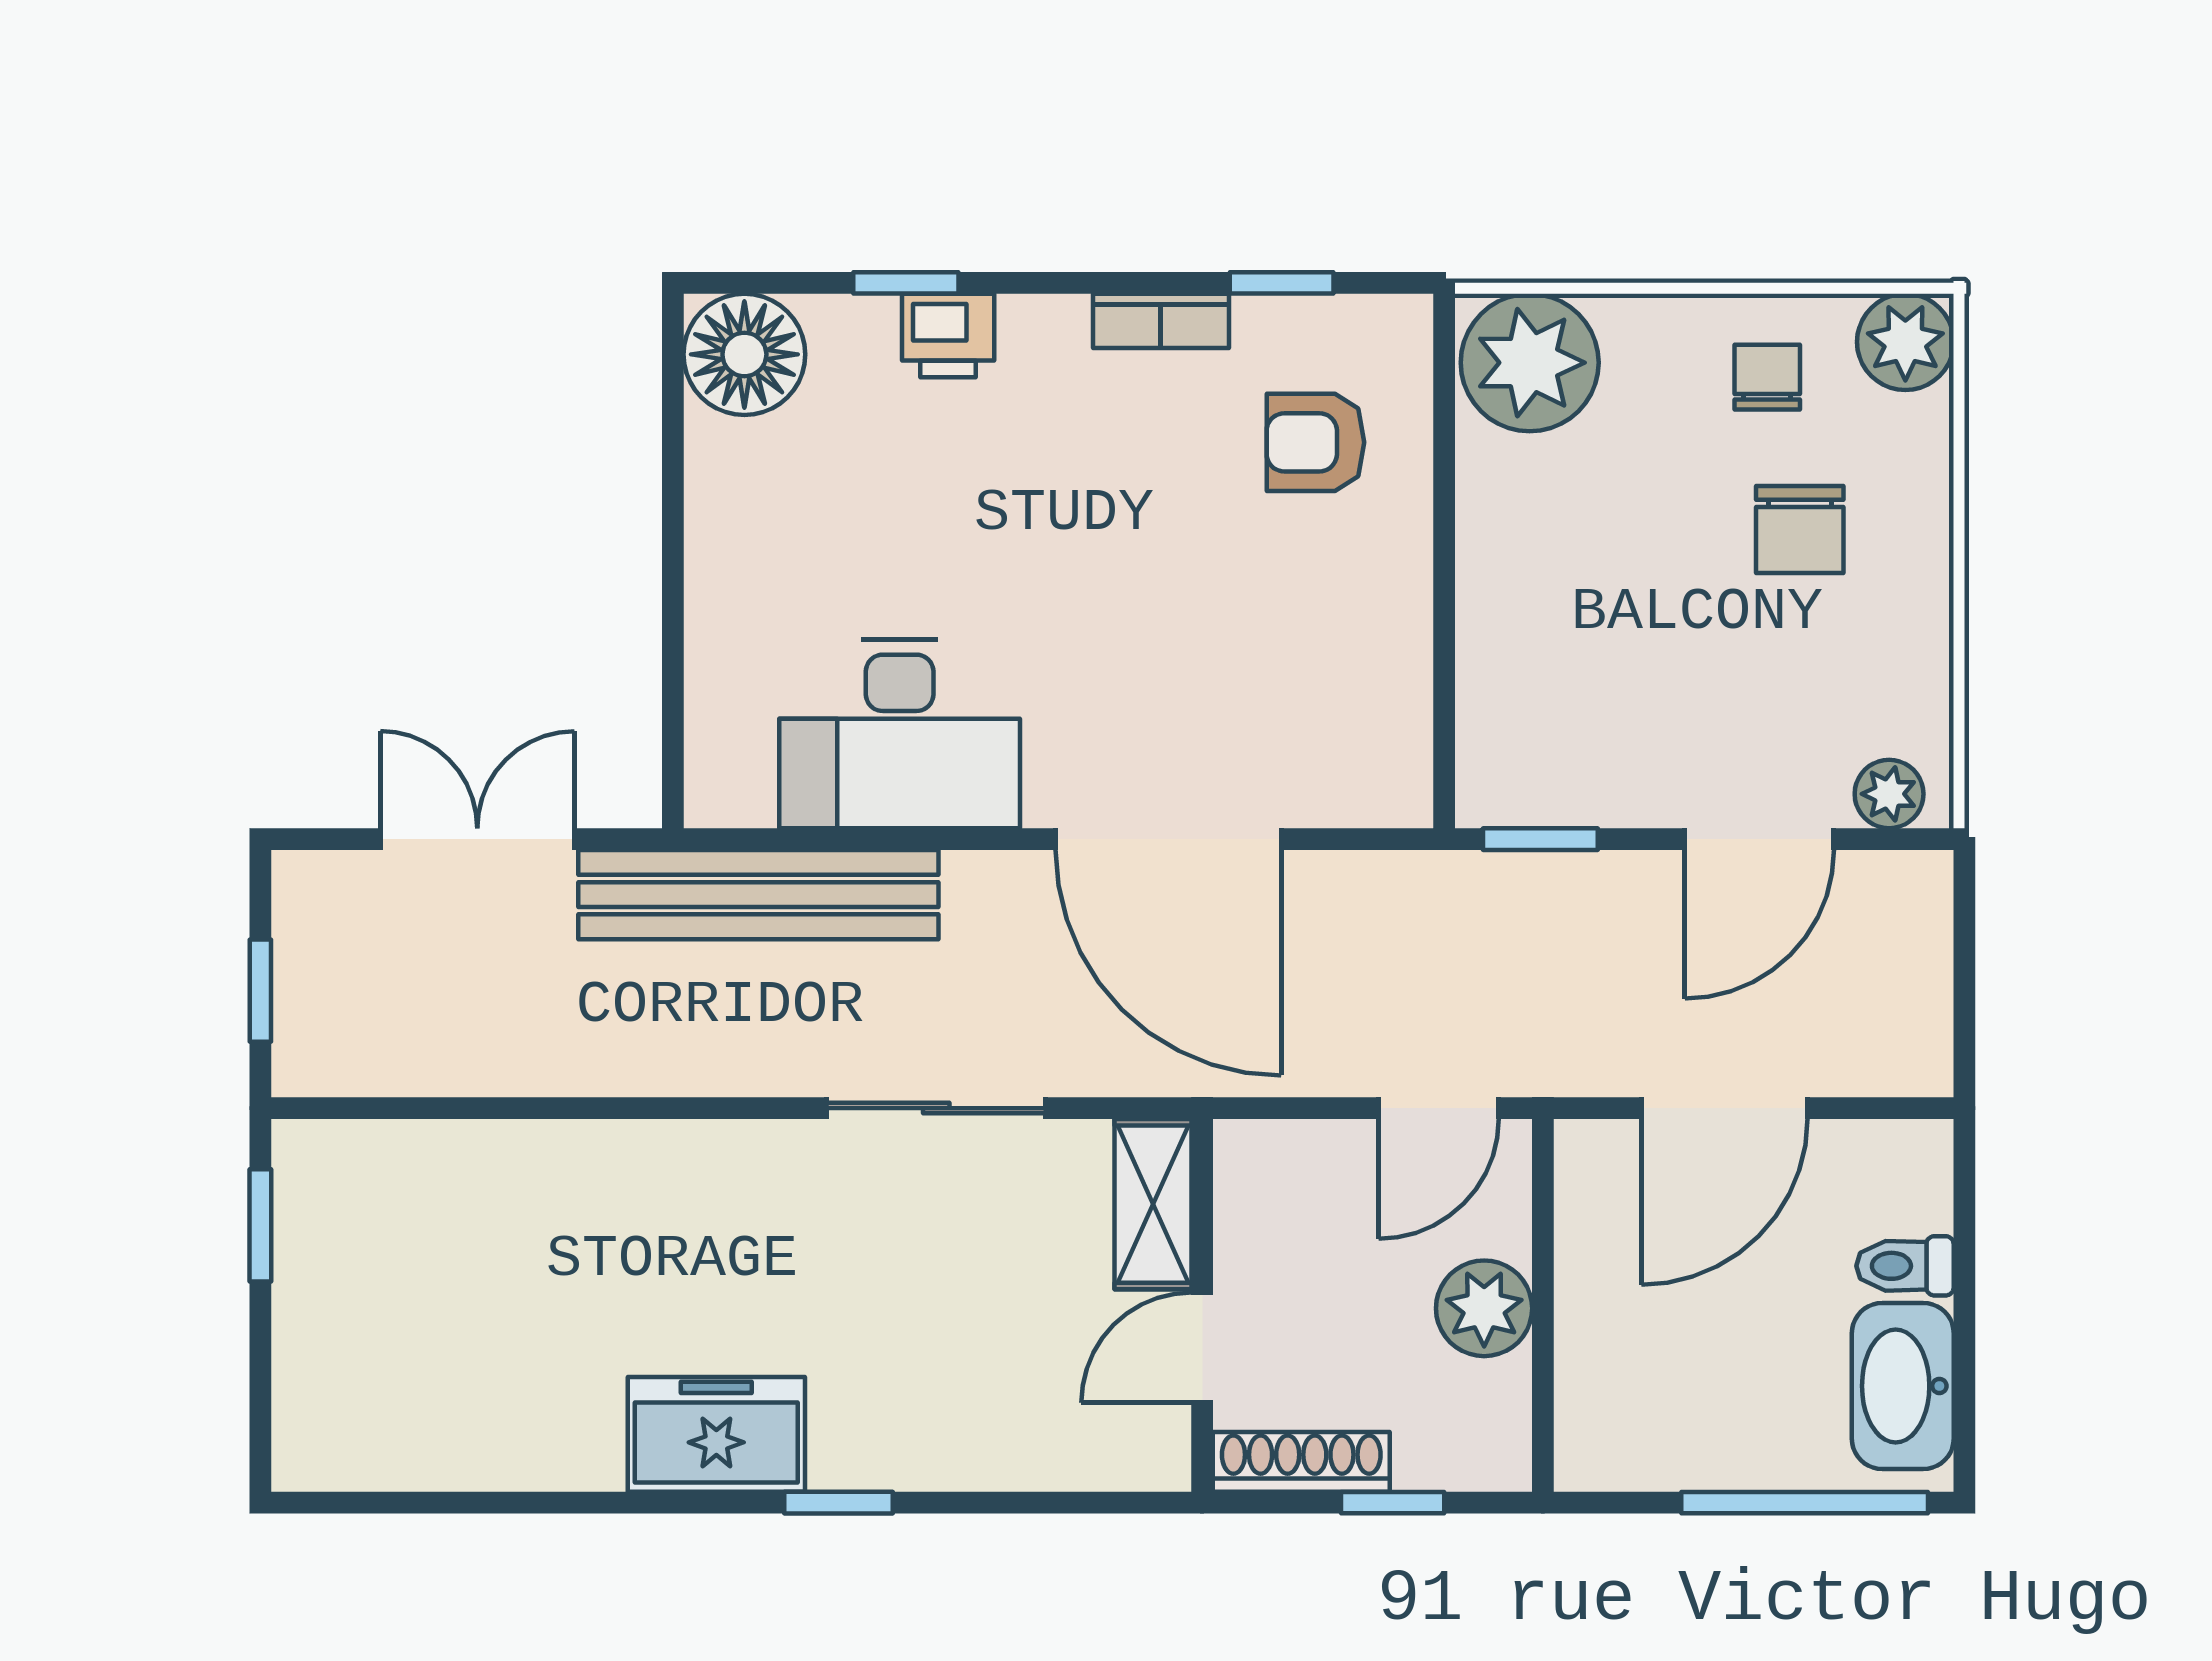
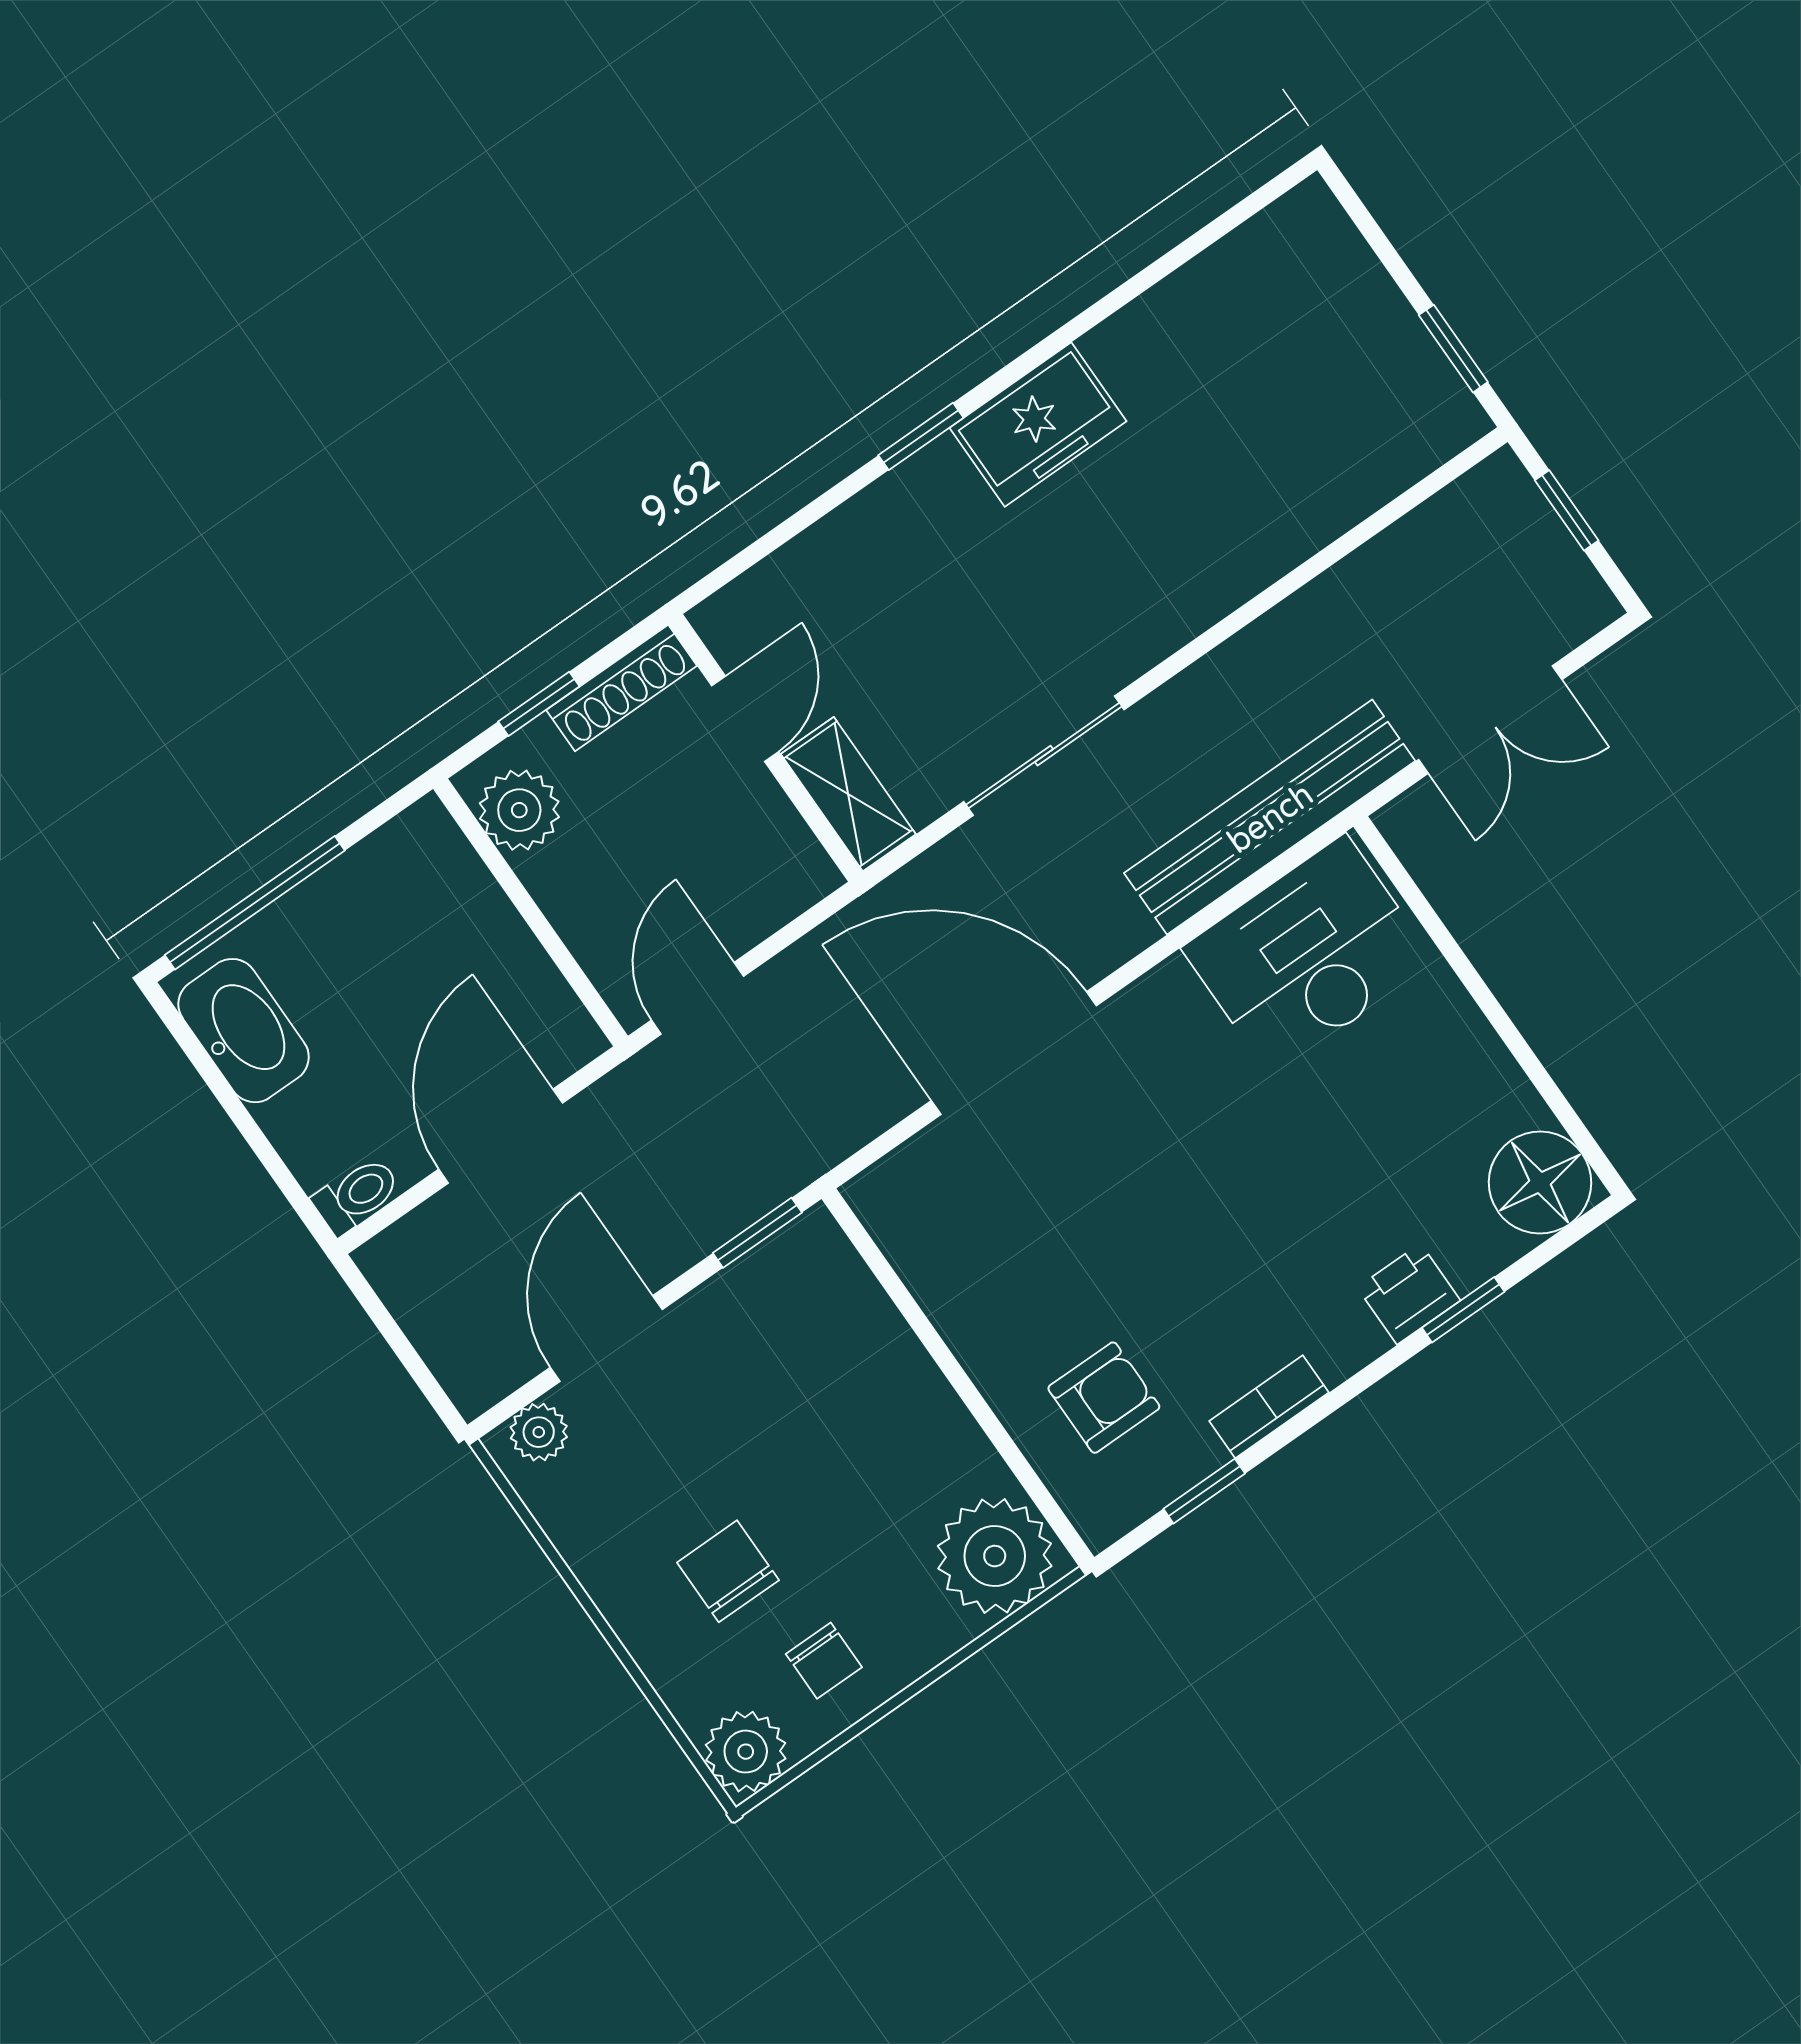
desk: (900, 734) -> (1308, 955), moved
toilet: (1905, 1266) -> (357, 1195), moved
plant: (1484, 1308) -> (519, 810), moved

